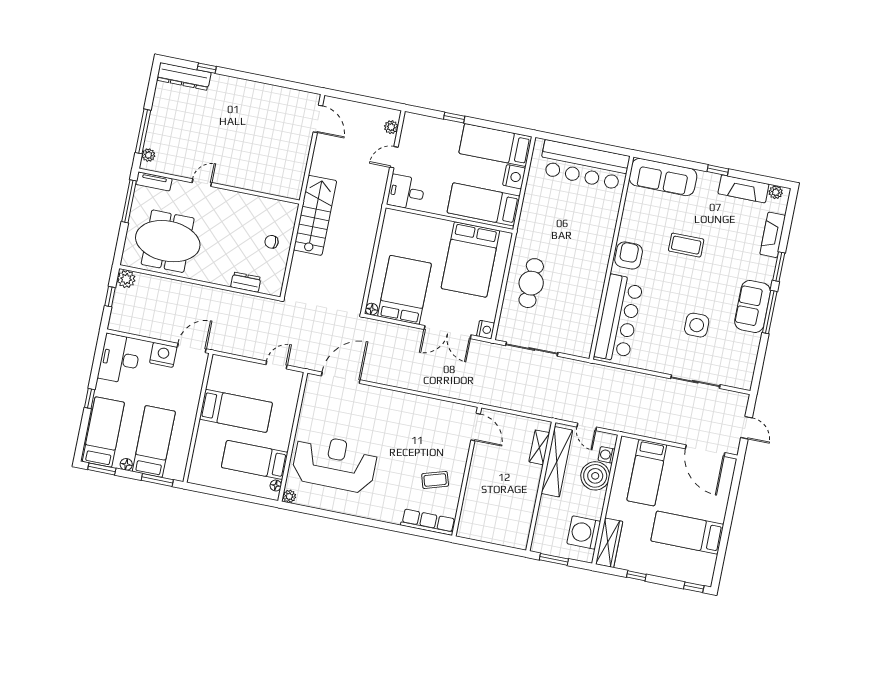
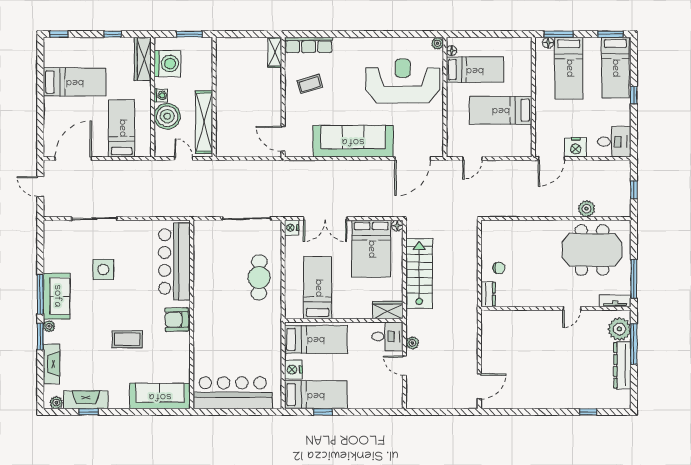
dresser: (184, 76) -> (622, 365), moved, turned -90
window: (454, 118) -> (323, 412), moved
door: (318, 119) -> (479, 386), swing flipped
plant: (391, 127) -> (412, 343), moved
plant: (148, 155) -> (619, 329), width x1.88, depth x1.88
door: (394, 157) -> (404, 366), swing flipped
window: (718, 170) -> (89, 412), moved
stairs: (315, 215) -> (419, 273), moved, turned 180
wardrobe: (400, 220) -> (388, 310), added
armchair: (629, 255) -> (177, 320), turned 89
bed: (470, 260) -> (318, 288), width x0.67
plant: (767, 276) -> (49, 326), added
plant: (126, 279) -> (587, 209), moved
dresser: (246, 282) -> (488, 294), moved, turned -90
double door: (448, 332) -> (325, 219), swing flipped
desk: (119, 359) -> (614, 142), width x0.73
sofa: (401, 409) -> (353, 141), added
shelving: (539, 447) -> (275, 52), moved
door: (705, 451) -> (73, 159), hinge flipped
washing machine: (607, 455) -> (161, 95), moved
reception desk: (335, 463) -> (403, 81), turned 180
floor lamp: (126, 464) -> (548, 43), moved

